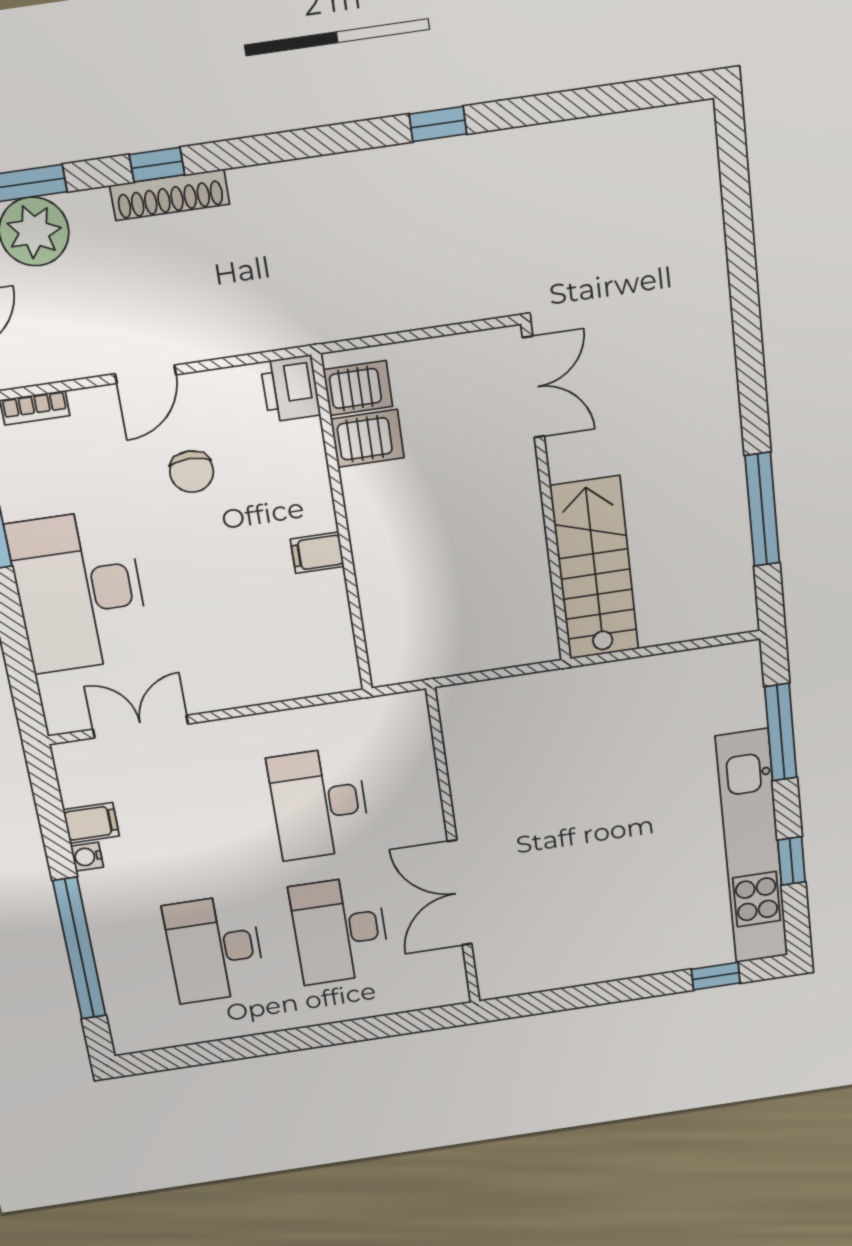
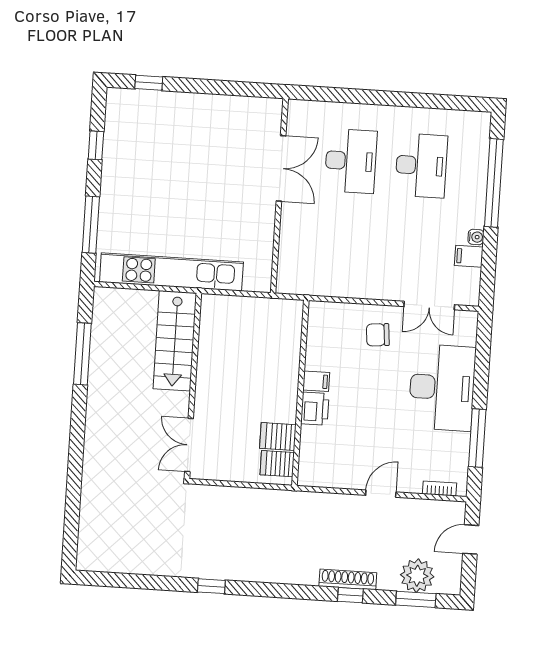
printer: (290, 388) -> (315, 409), moved
chair: (192, 472) -> (378, 335), moved, turned -95
desk: (319, 804) -> (346, 240), removed
kitchen unit: (752, 848) -> (171, 272), moved, turned -90

